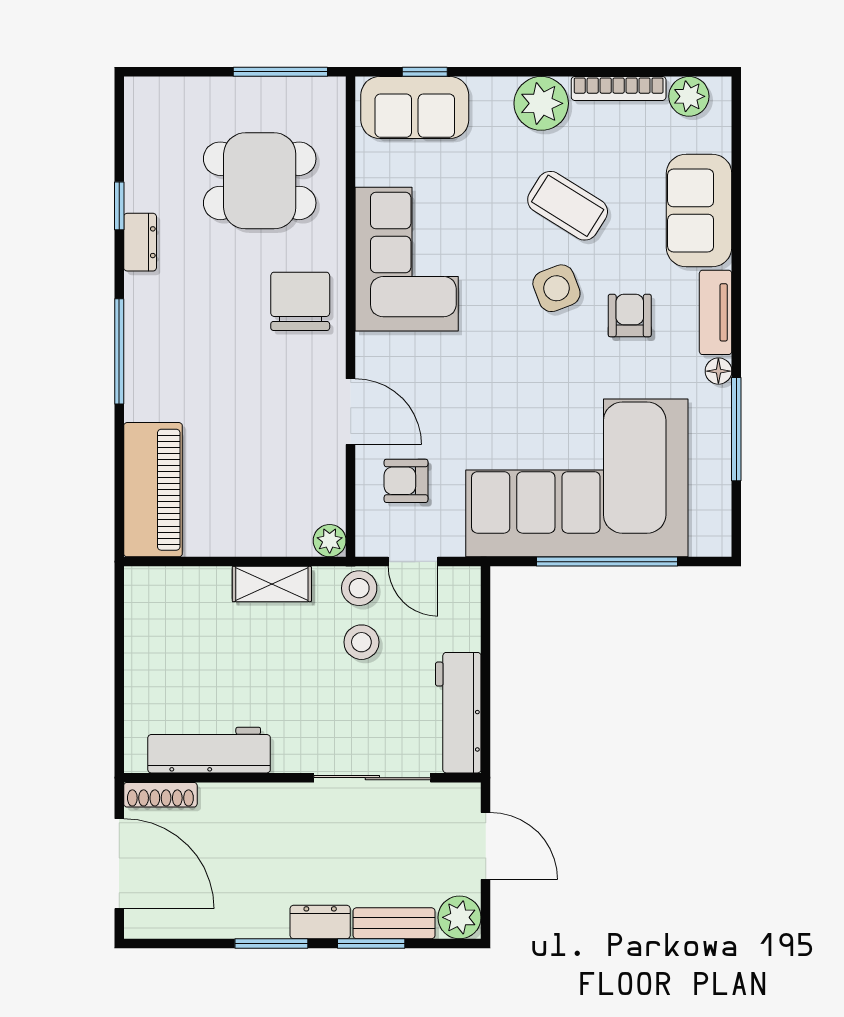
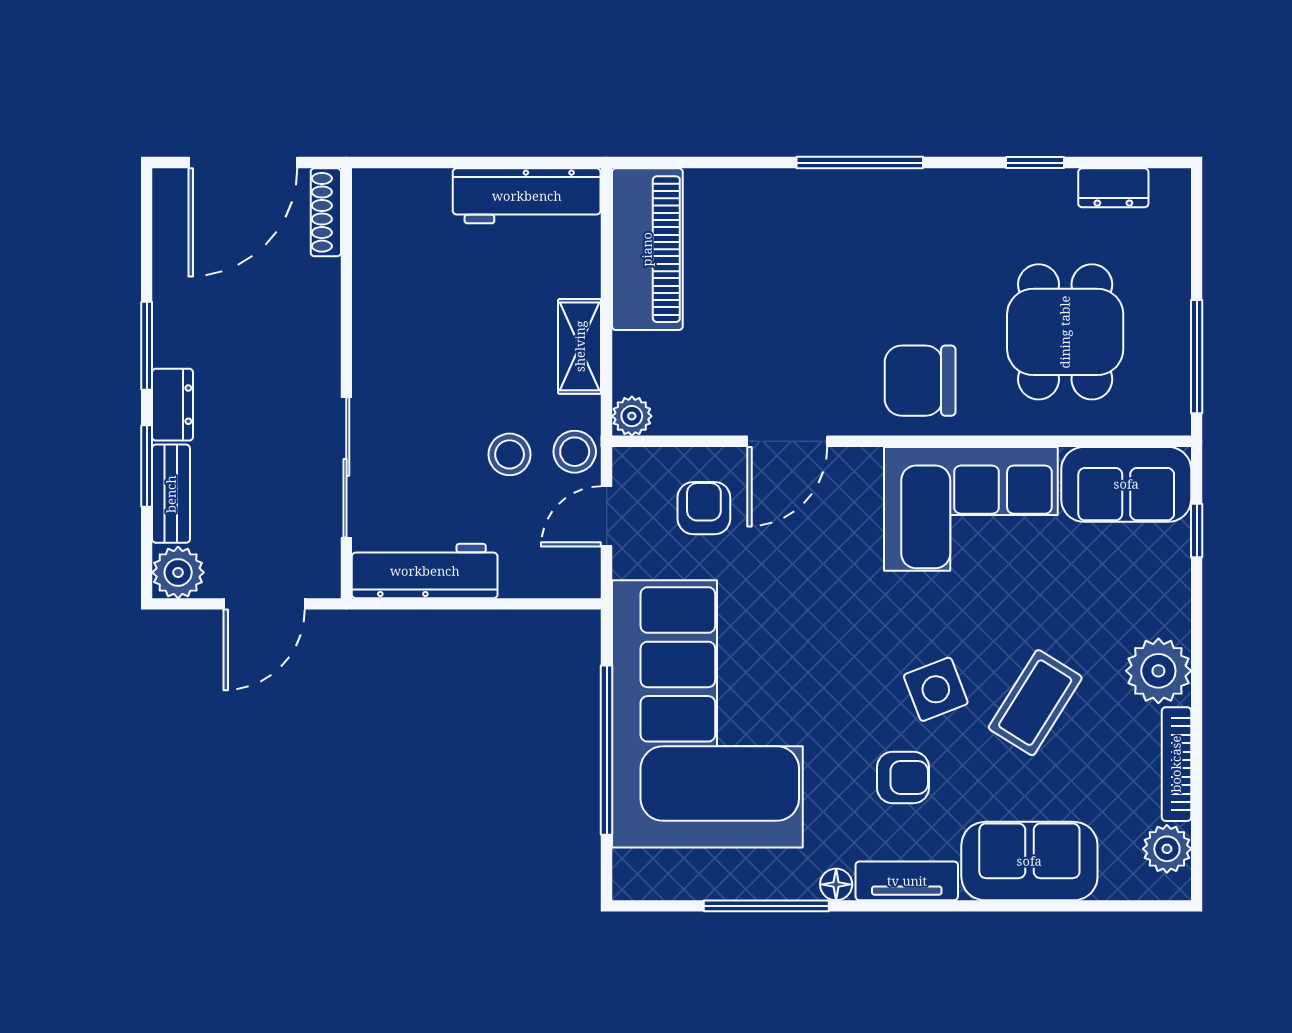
sofa: (415, 107) -> (1126, 484), moved, turned -90
dresser: (140, 242) -> (1113, 188), moved
chair: (300, 301) -> (920, 381), turned 180
piano: (153, 490) -> (647, 249), moved, turned -90
workbench: (209, 750) -> (527, 196), moved, turned 90

